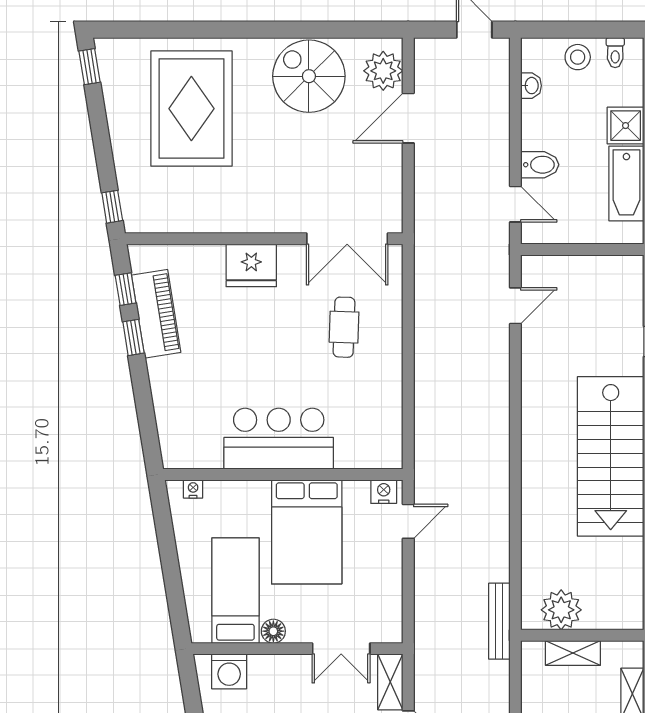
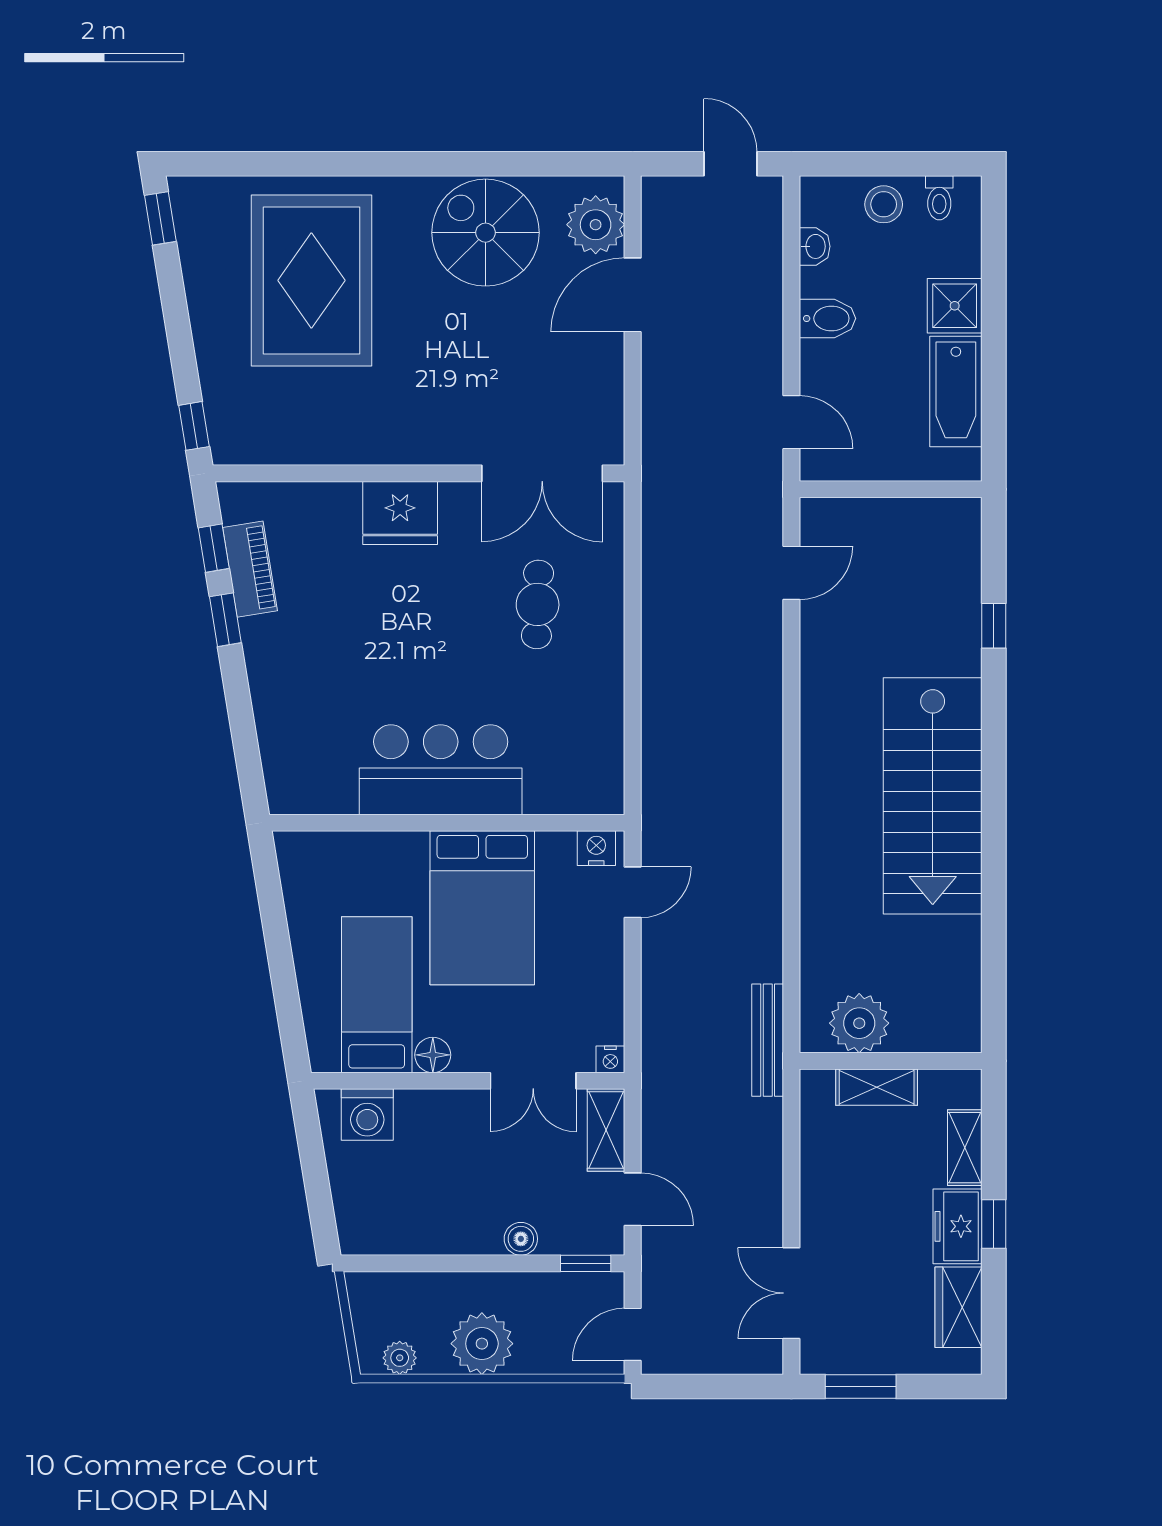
bidet: (540, 165) -> (827, 318), moved
piano: (156, 314) -> (250, 569), width x0.73, depth x0.75
nightstand: (193, 489) -> (610, 1059), moved, turned 180

